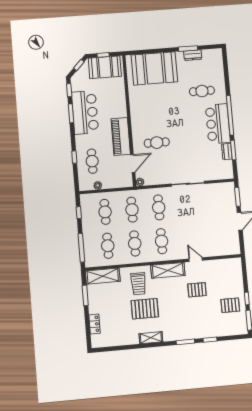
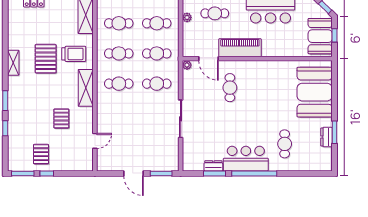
door: (196, 260) -> (95, 141), moved
trolley: (138, 284) -> (74, 54), turned 180

